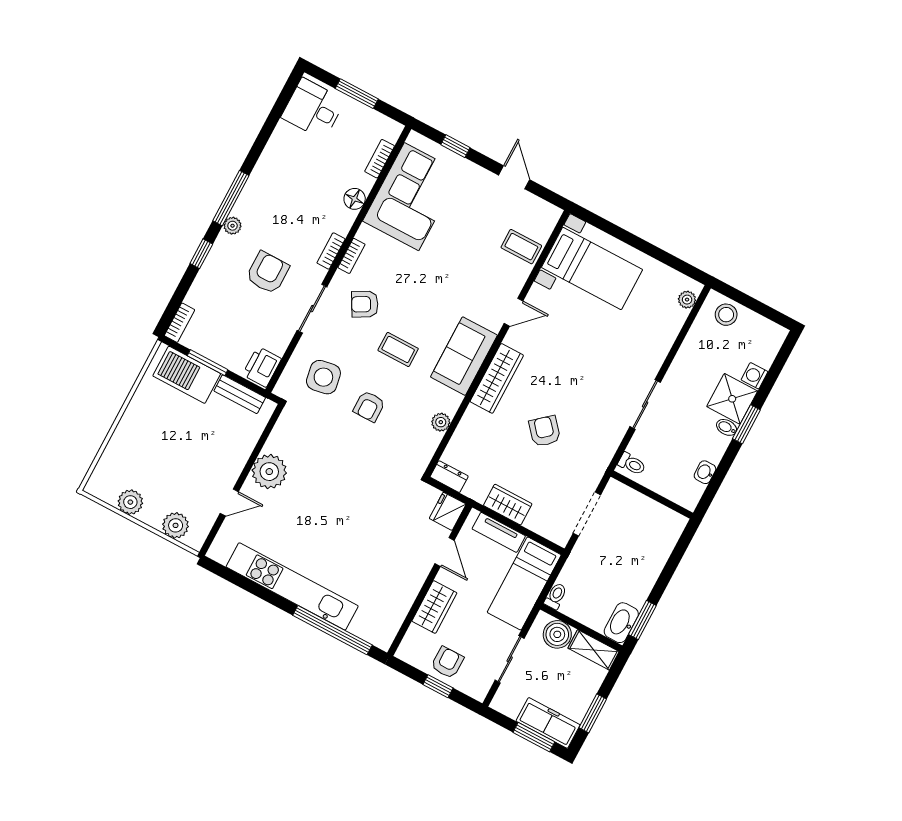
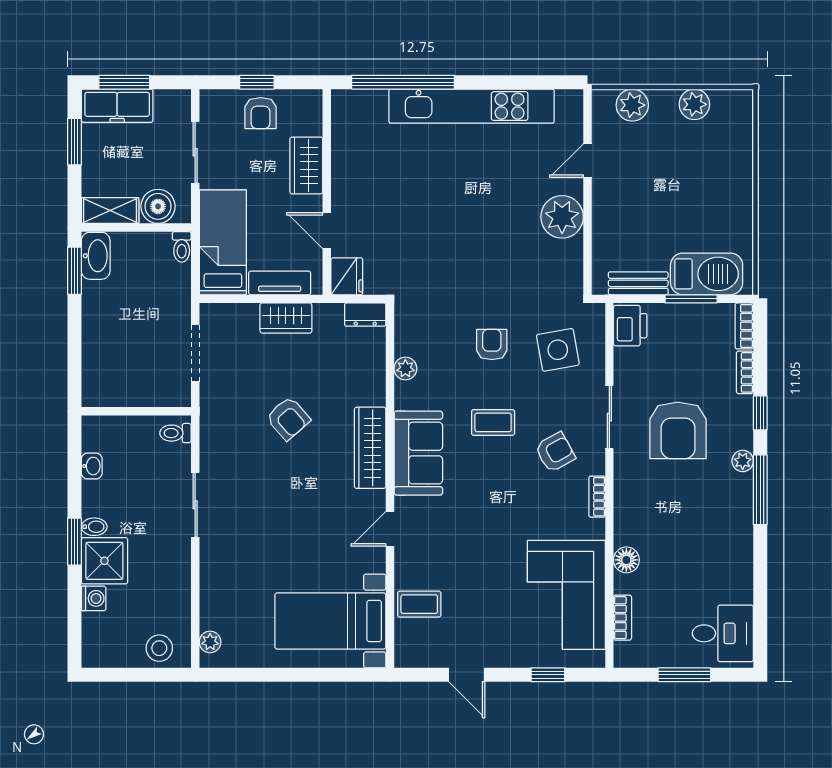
bookcase: (331, 251) -> (745, 372), moved, turned 180
armchair: (268, 273) -> (678, 430), width x1.36, depth x1.36

